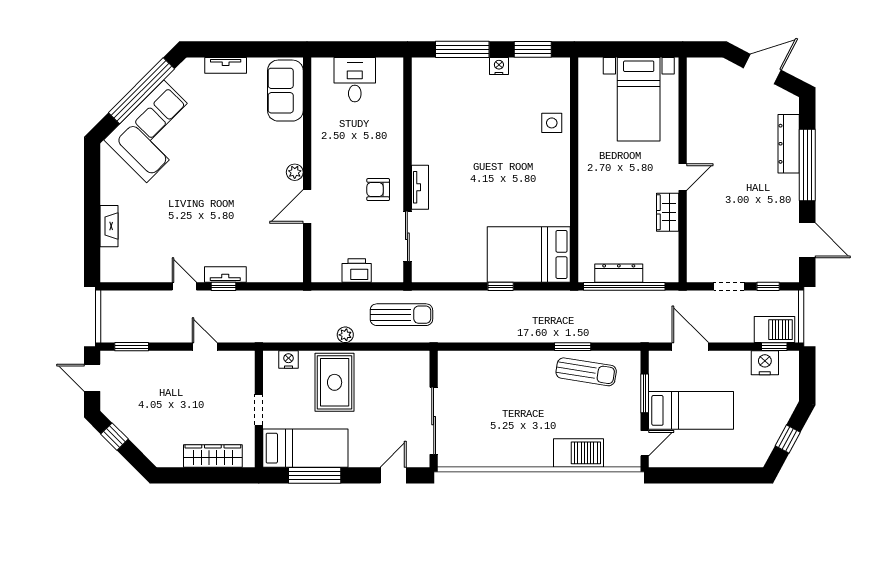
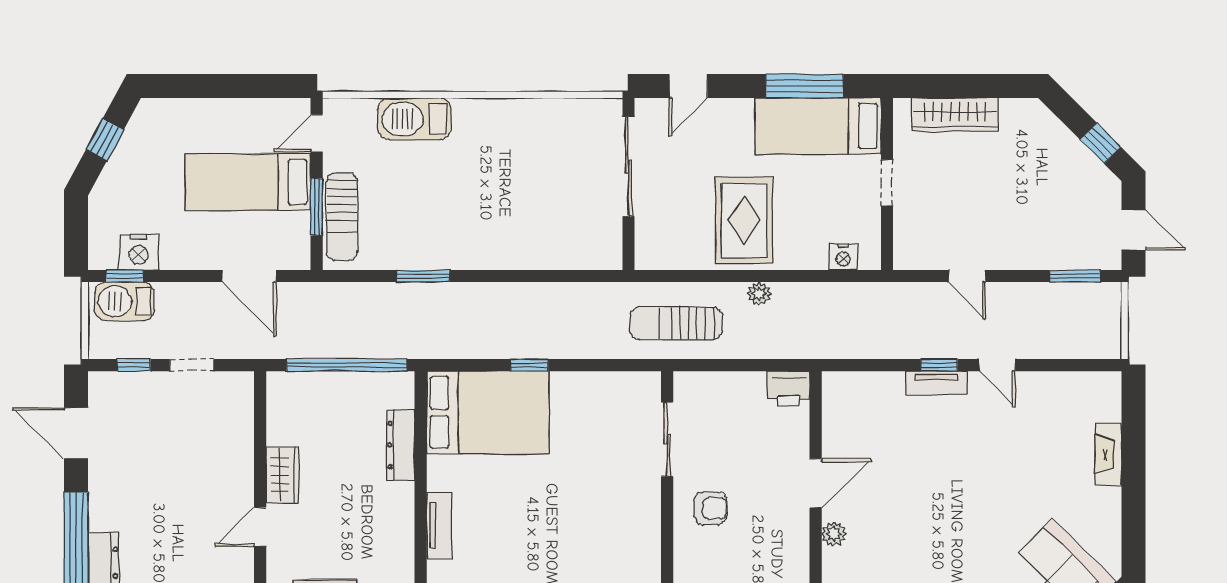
tv unit: (420, 187) -> (439, 526), moved, turned 180
printer: (357, 271) -> (788, 389), moved
dresser: (619, 273) -> (401, 445), moved, turned 90
sun lounger: (586, 372) -> (342, 217), moved, turned -99
rug: (335, 382) -> (744, 220), moved

